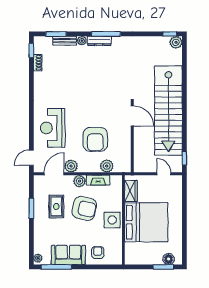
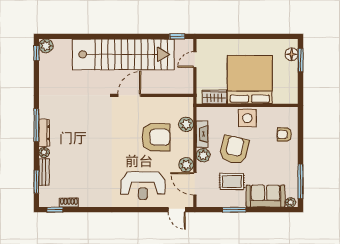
sofa: (68, 255) -> (266, 196), moved, turned 90

